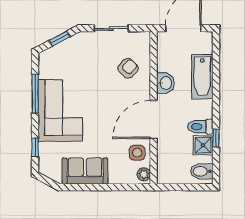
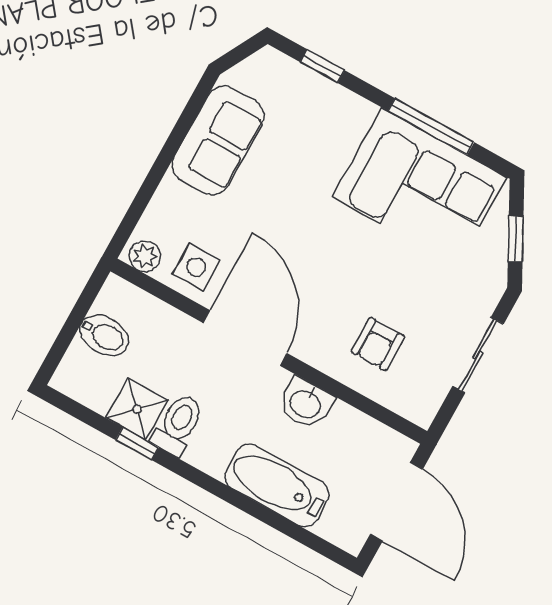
armchair: (128, 68) -> (378, 344), turned 47
corner sofa: (60, 110) -> (420, 187), moved
bidet: (202, 171) -> (104, 335), moved, turned 90

